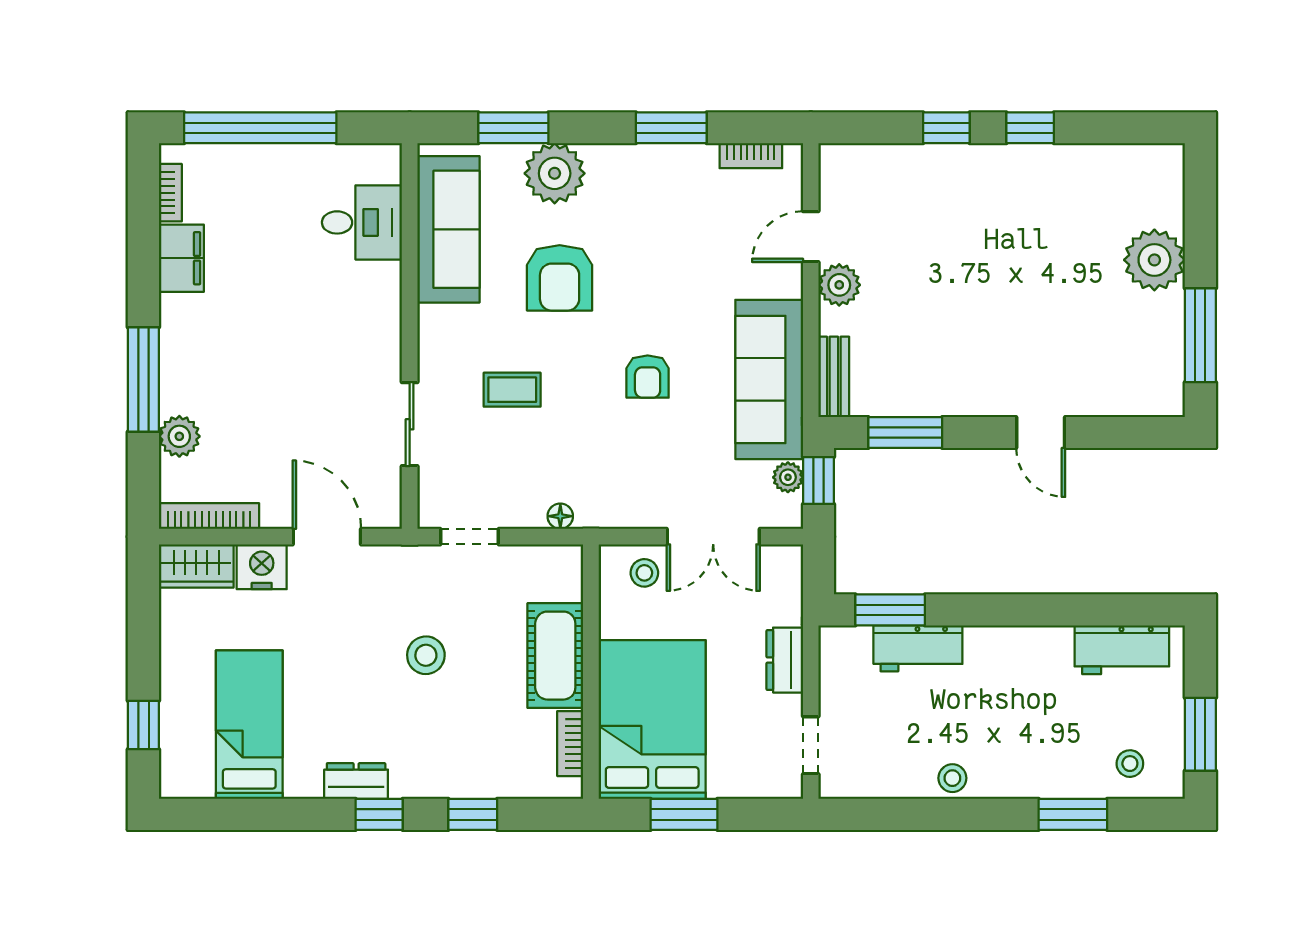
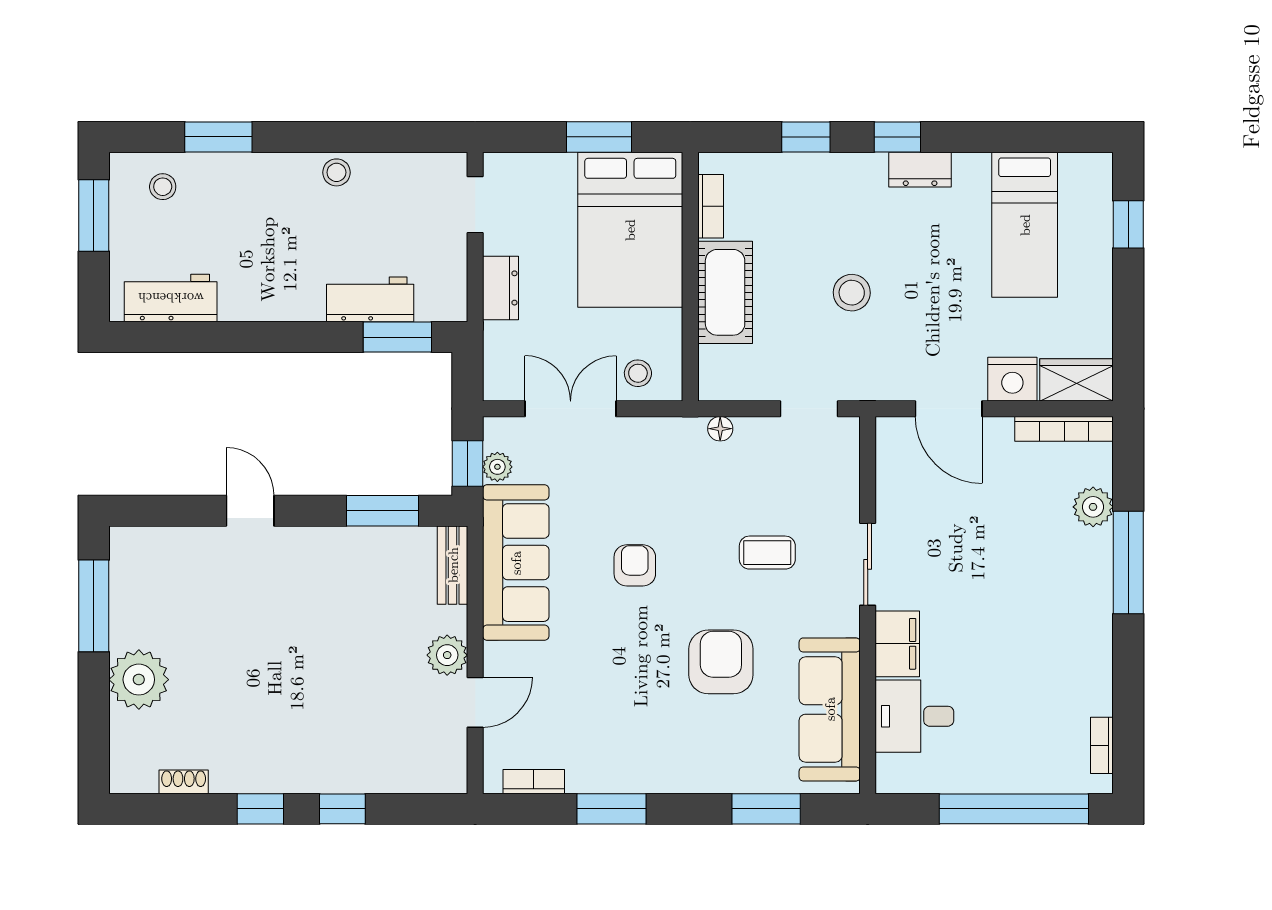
shoe rack: (1109, 155) -> (184, 782), added
plant: (555, 173) -> (726, 764), removed
filing cabinet: (181, 258) -> (897, 644), moved, turned 180
sliding door: (410, 424) -> (868, 564), moved

